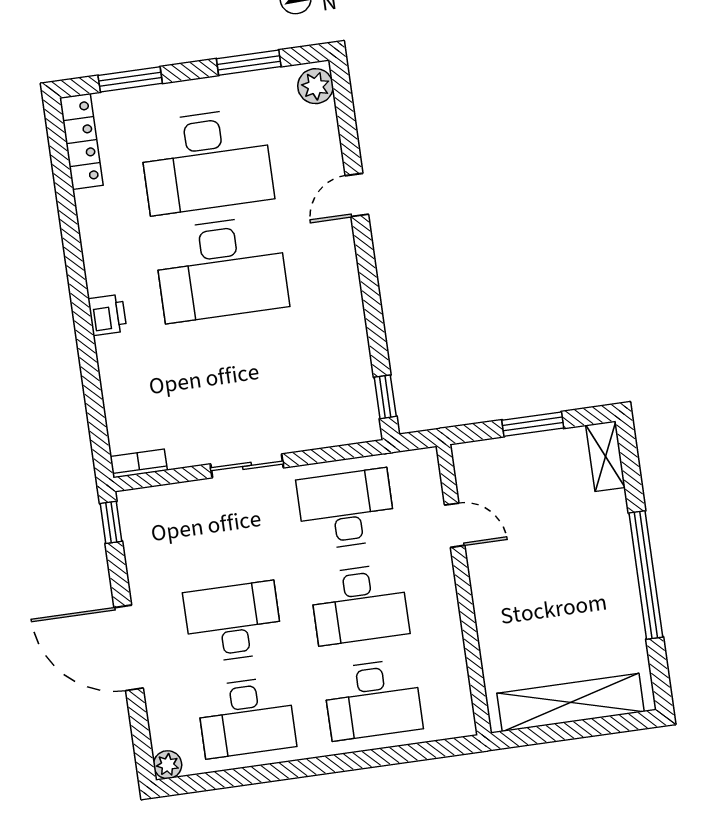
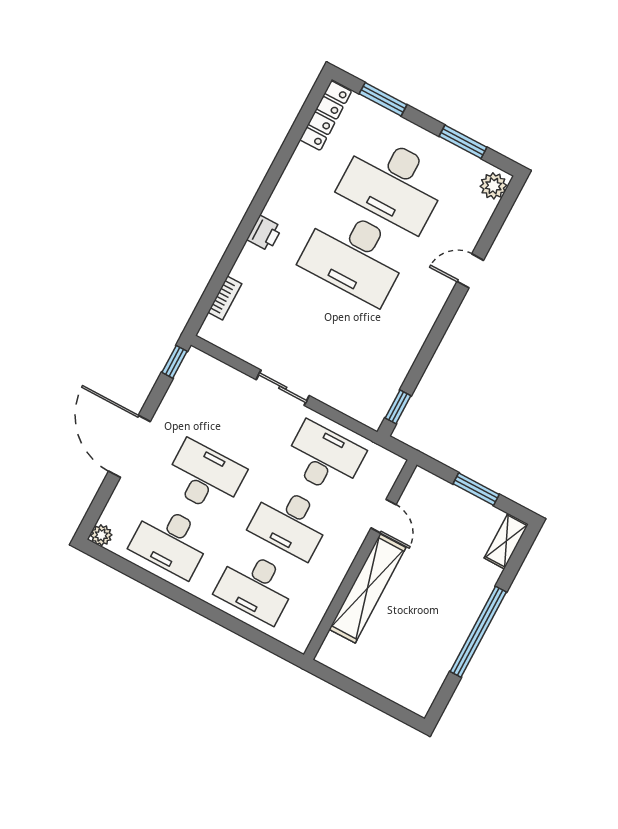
bookcase: (139, 463) -> (225, 298), moved, turned 90
shelving: (571, 702) -> (367, 588), moved, turned 90

